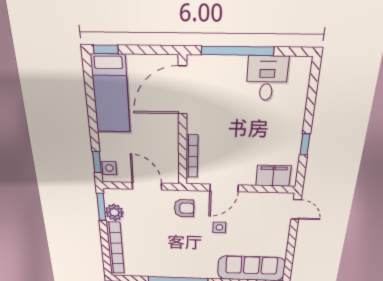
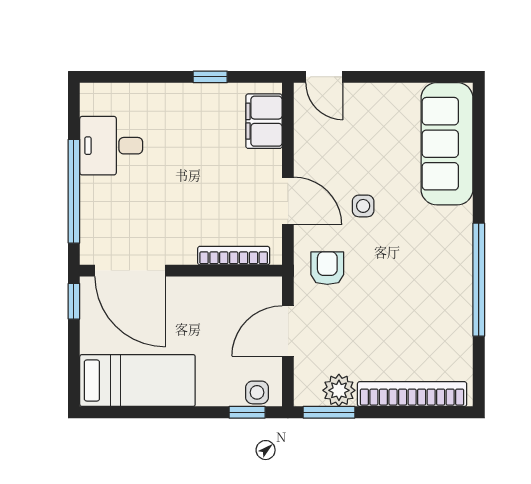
window: (106, 49) -> (74, 301), moved
door: (296, 209) -> (324, 77), swing flipped

